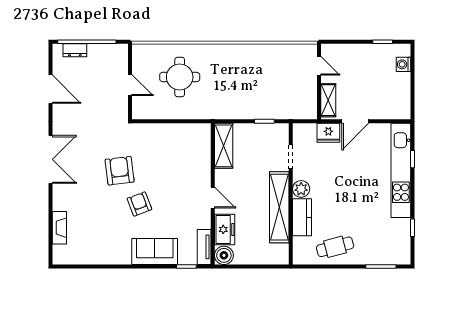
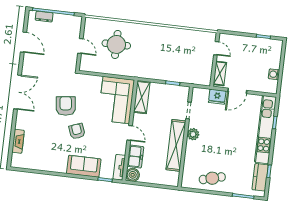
washing machine: (404, 64) -> (274, 74), moved
corner sofa: (189, 154) -> (116, 100), added
kitchen counter: (302, 217) -> (260, 177), moved, turned 180

